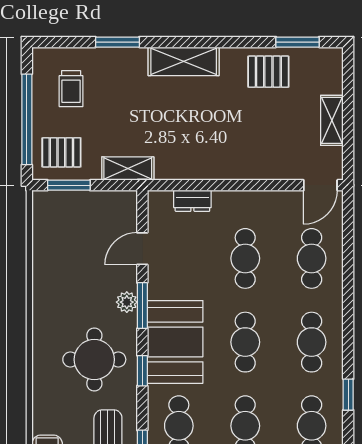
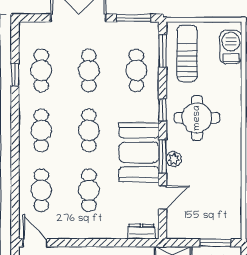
door: (320, 185) -> (35, 243), hinge flipped
dresser: (192, 201) -> (141, 232), moved
booth: (175, 342) -> (139, 152), moved
window: (348, 395) -> (15, 75), moved

